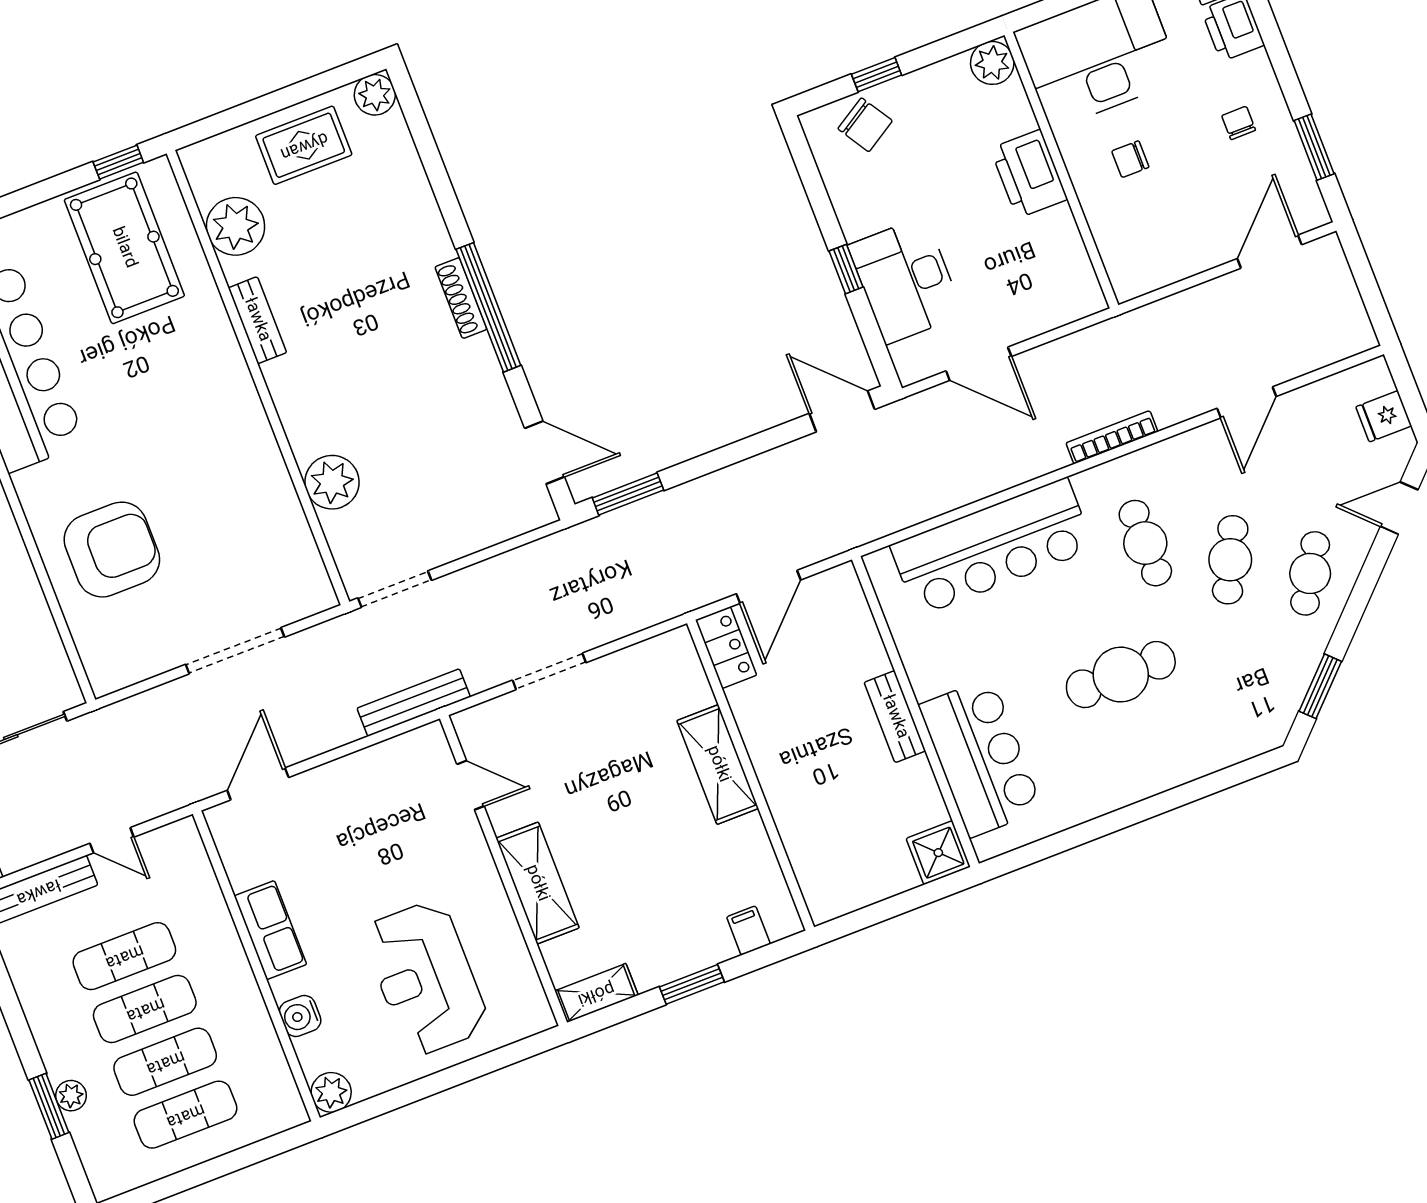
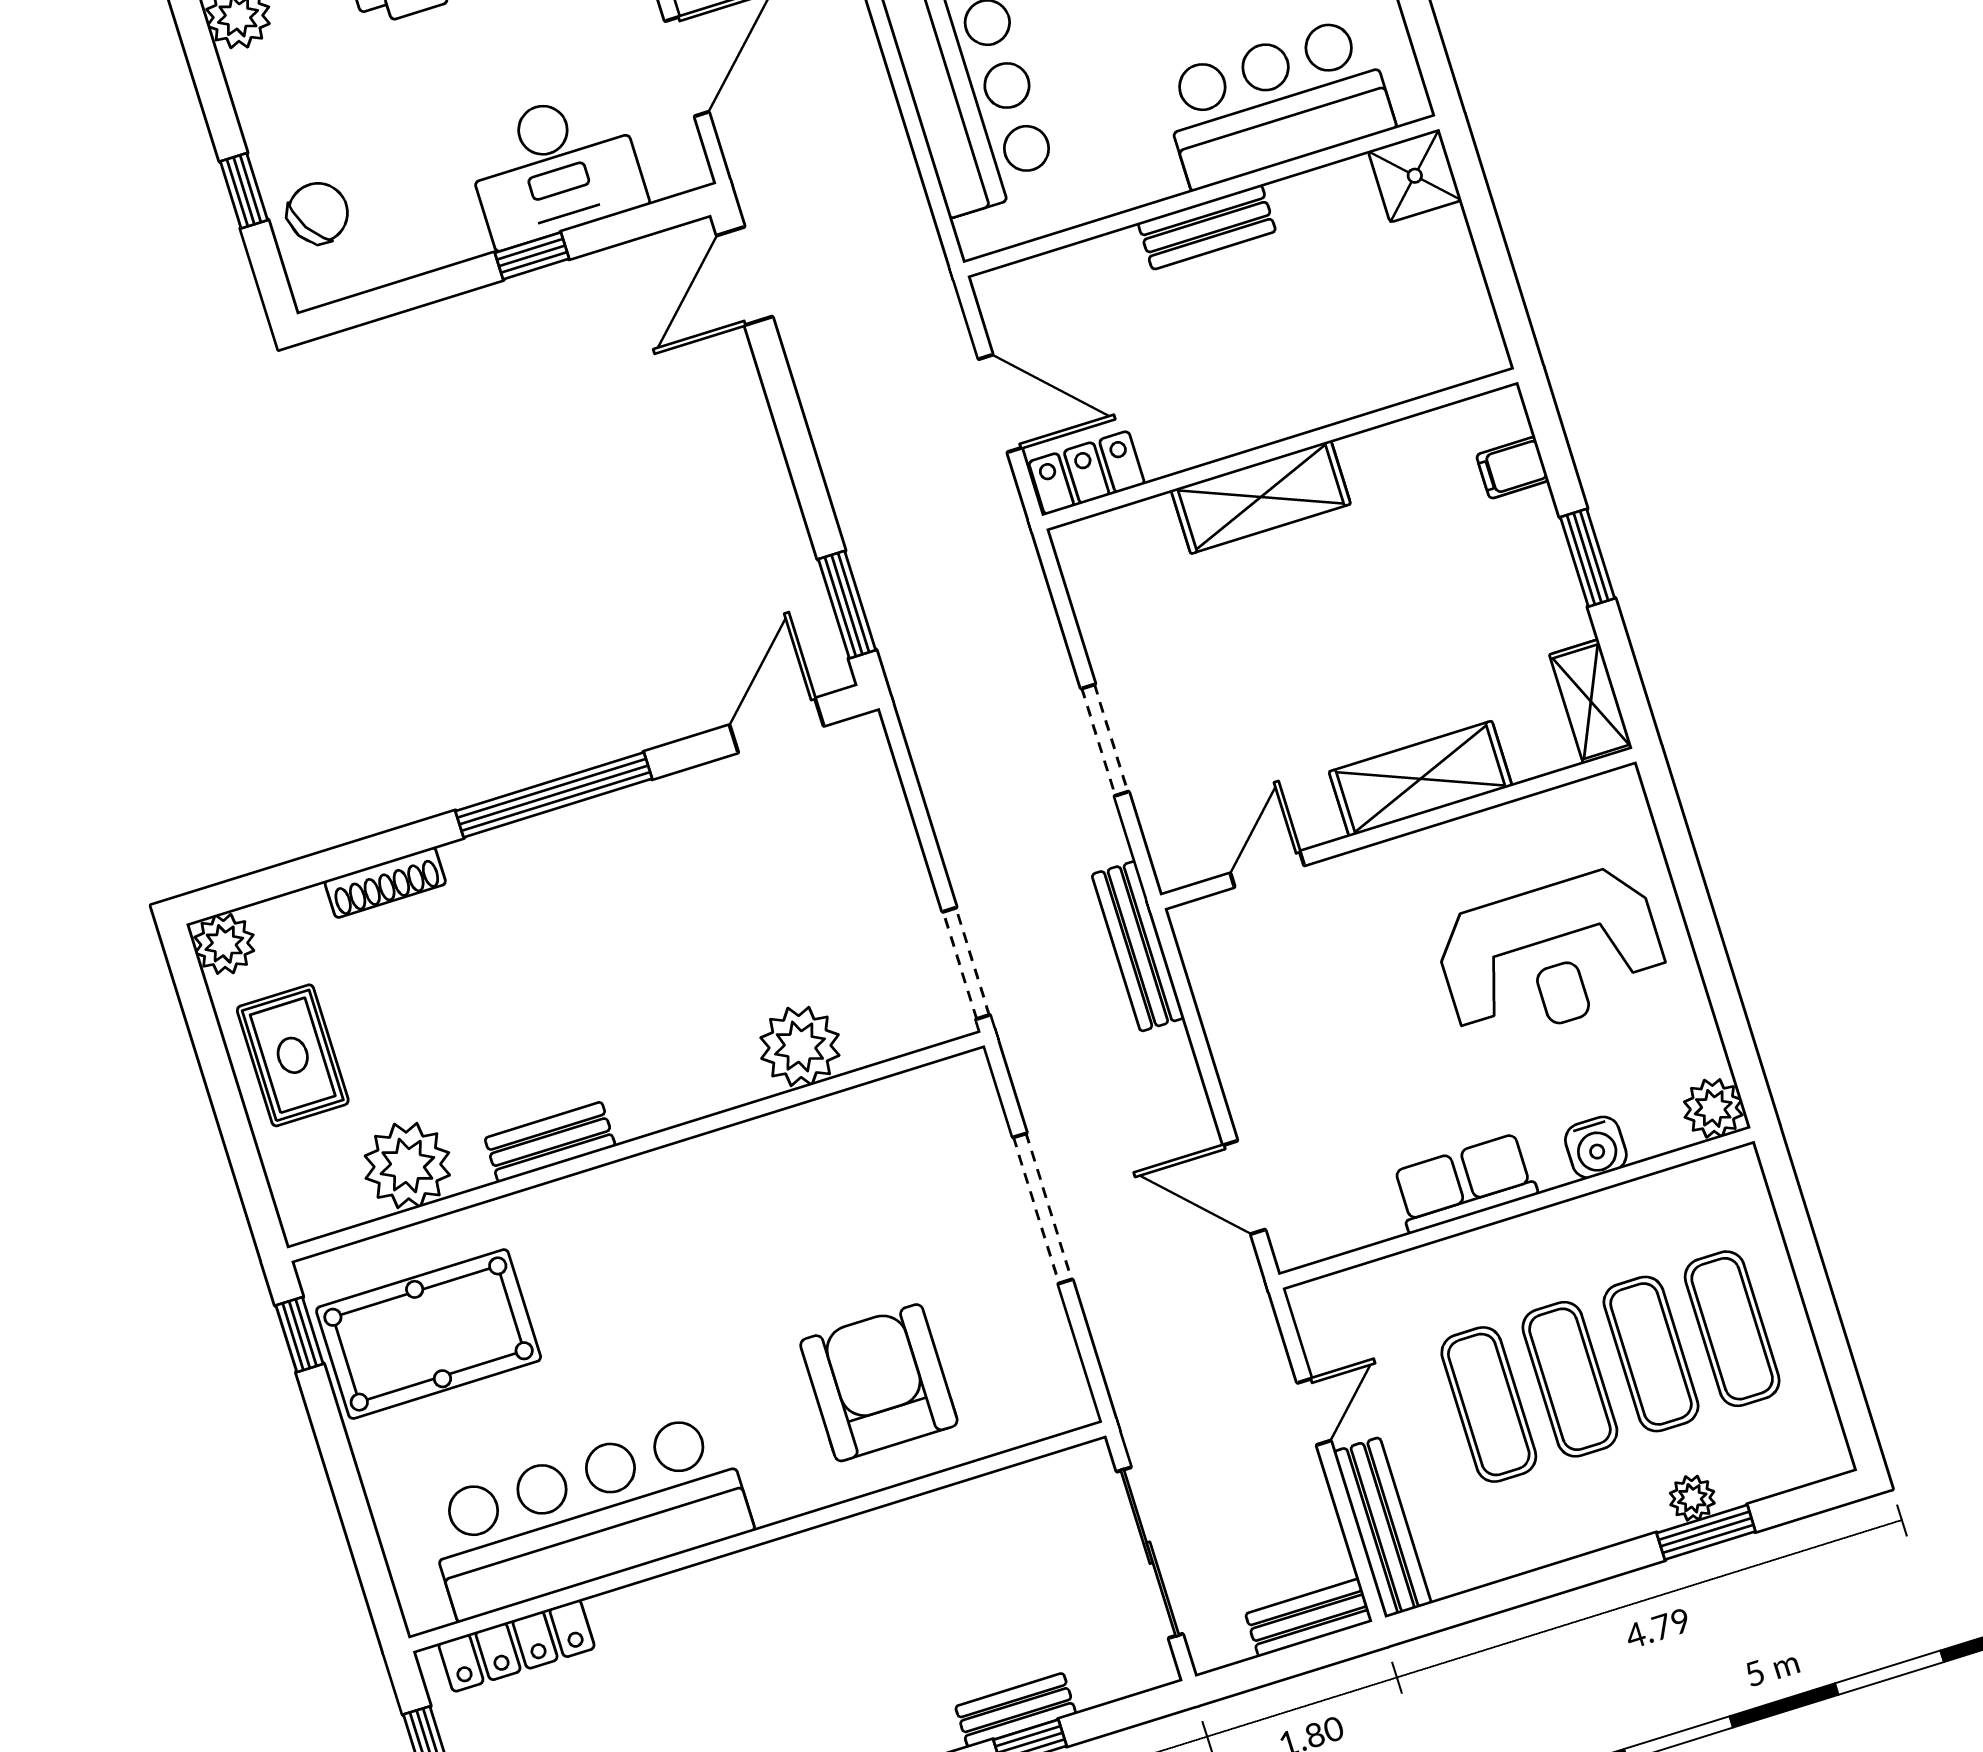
shoe rack: (461, 298) -> (385, 882), moved

